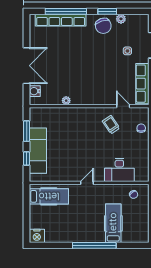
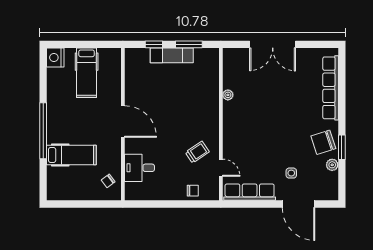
window: (66, 11) -> (342, 95), removed
water cooler: (35, 91) -> (240, 55), removed
door: (123, 106) -> (221, 168), hinge flipped
exam couch: (38, 151) -> (172, 55), width x0.73, depth x0.69
desk: (119, 170) -> (139, 168), width x0.73
door: (87, 183) -> (123, 121), width x1.88
hospital bed: (49, 196) -> (87, 73), moved

